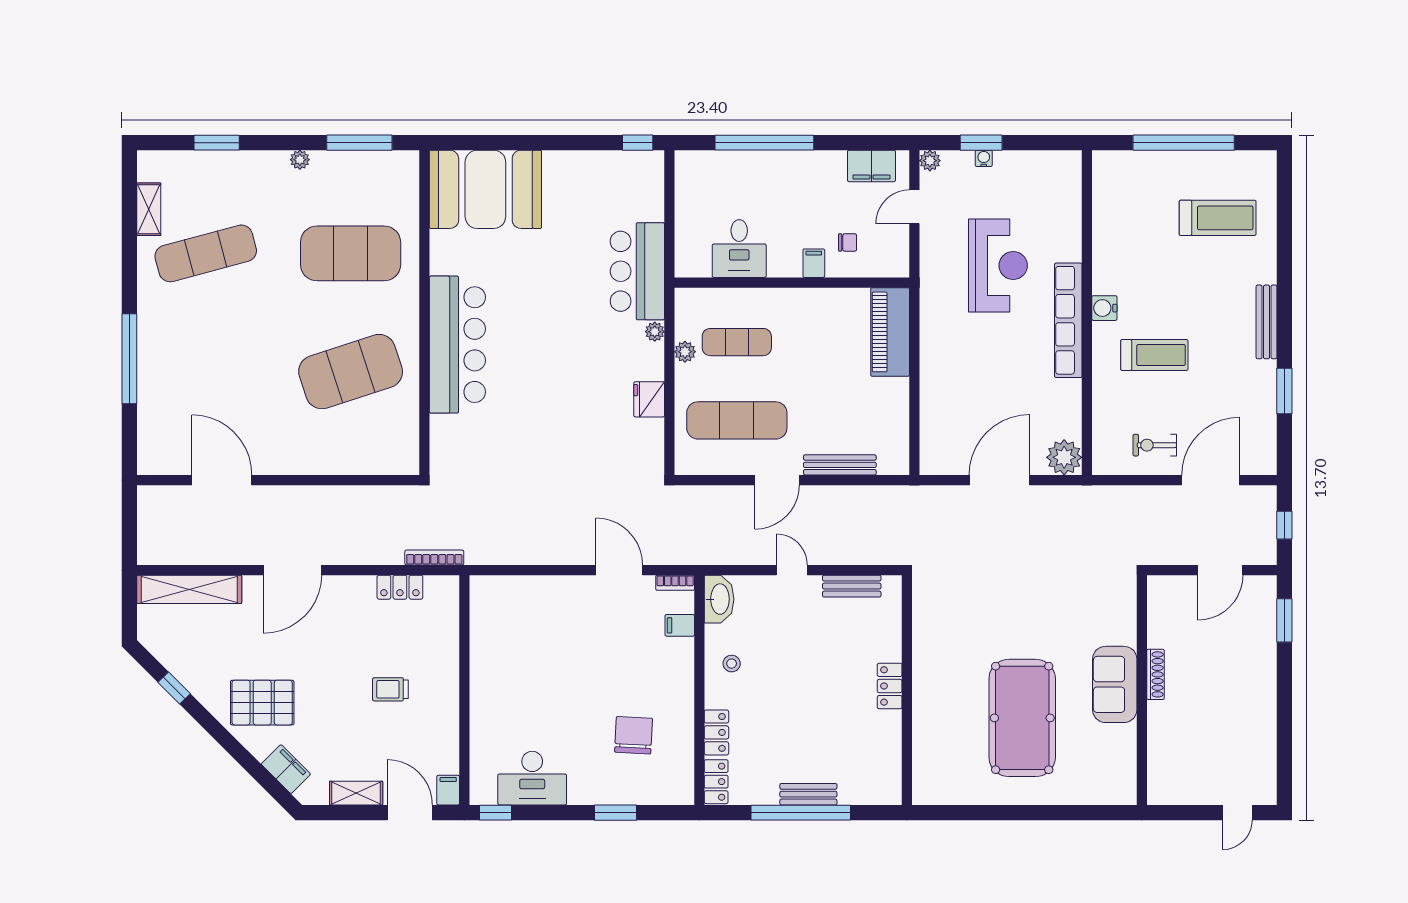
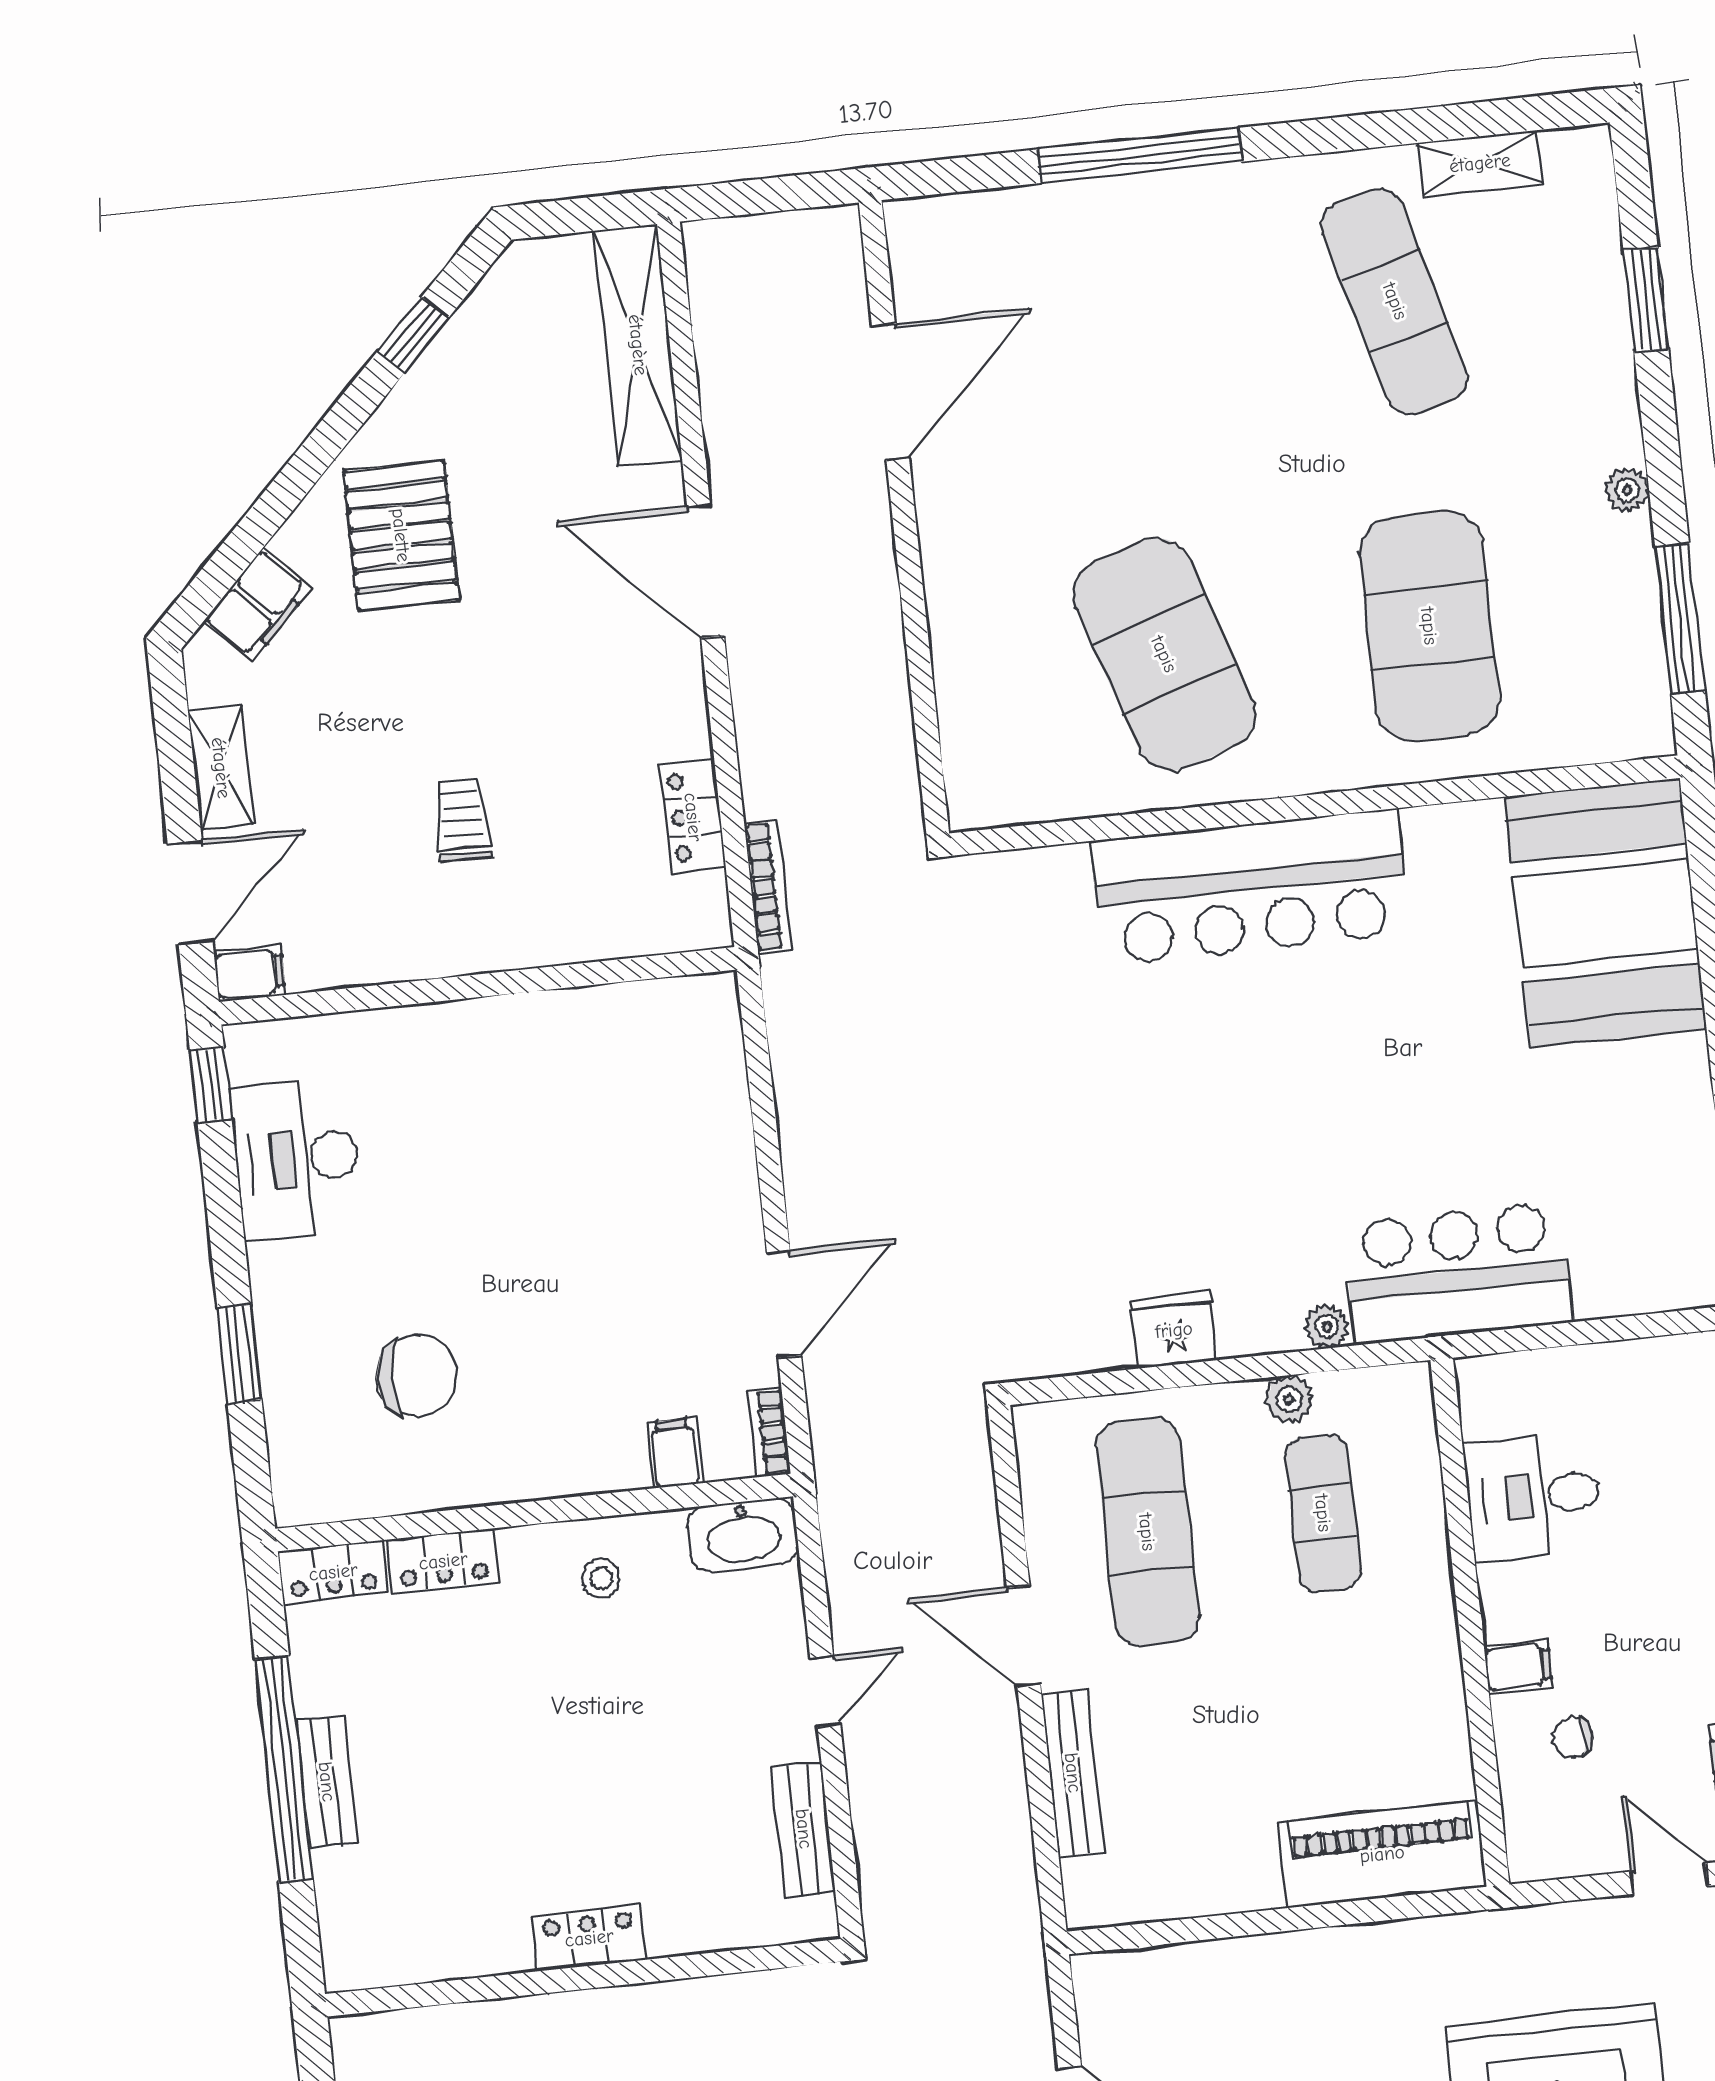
chair: (848, 242) -> (1573, 1737), turned 90

